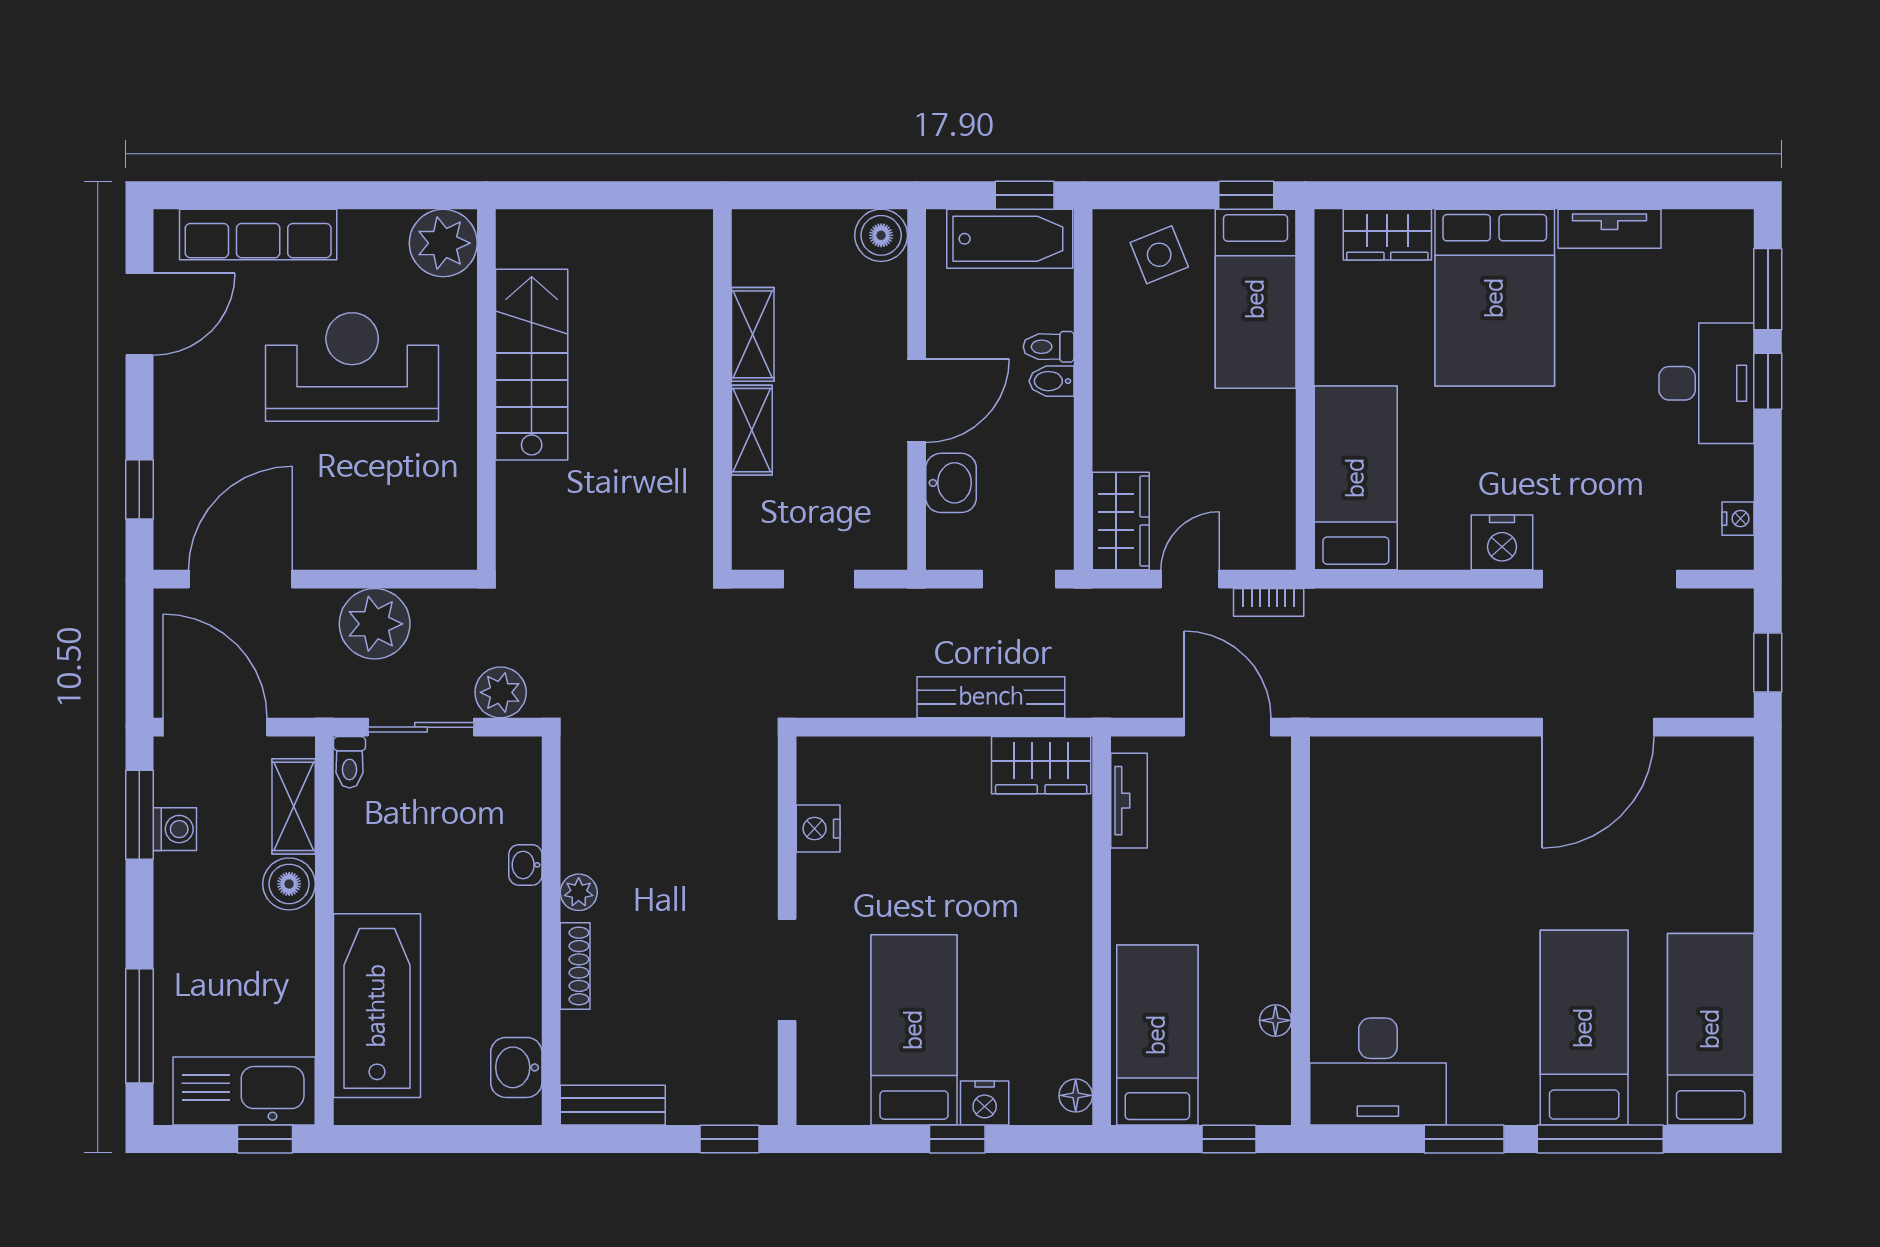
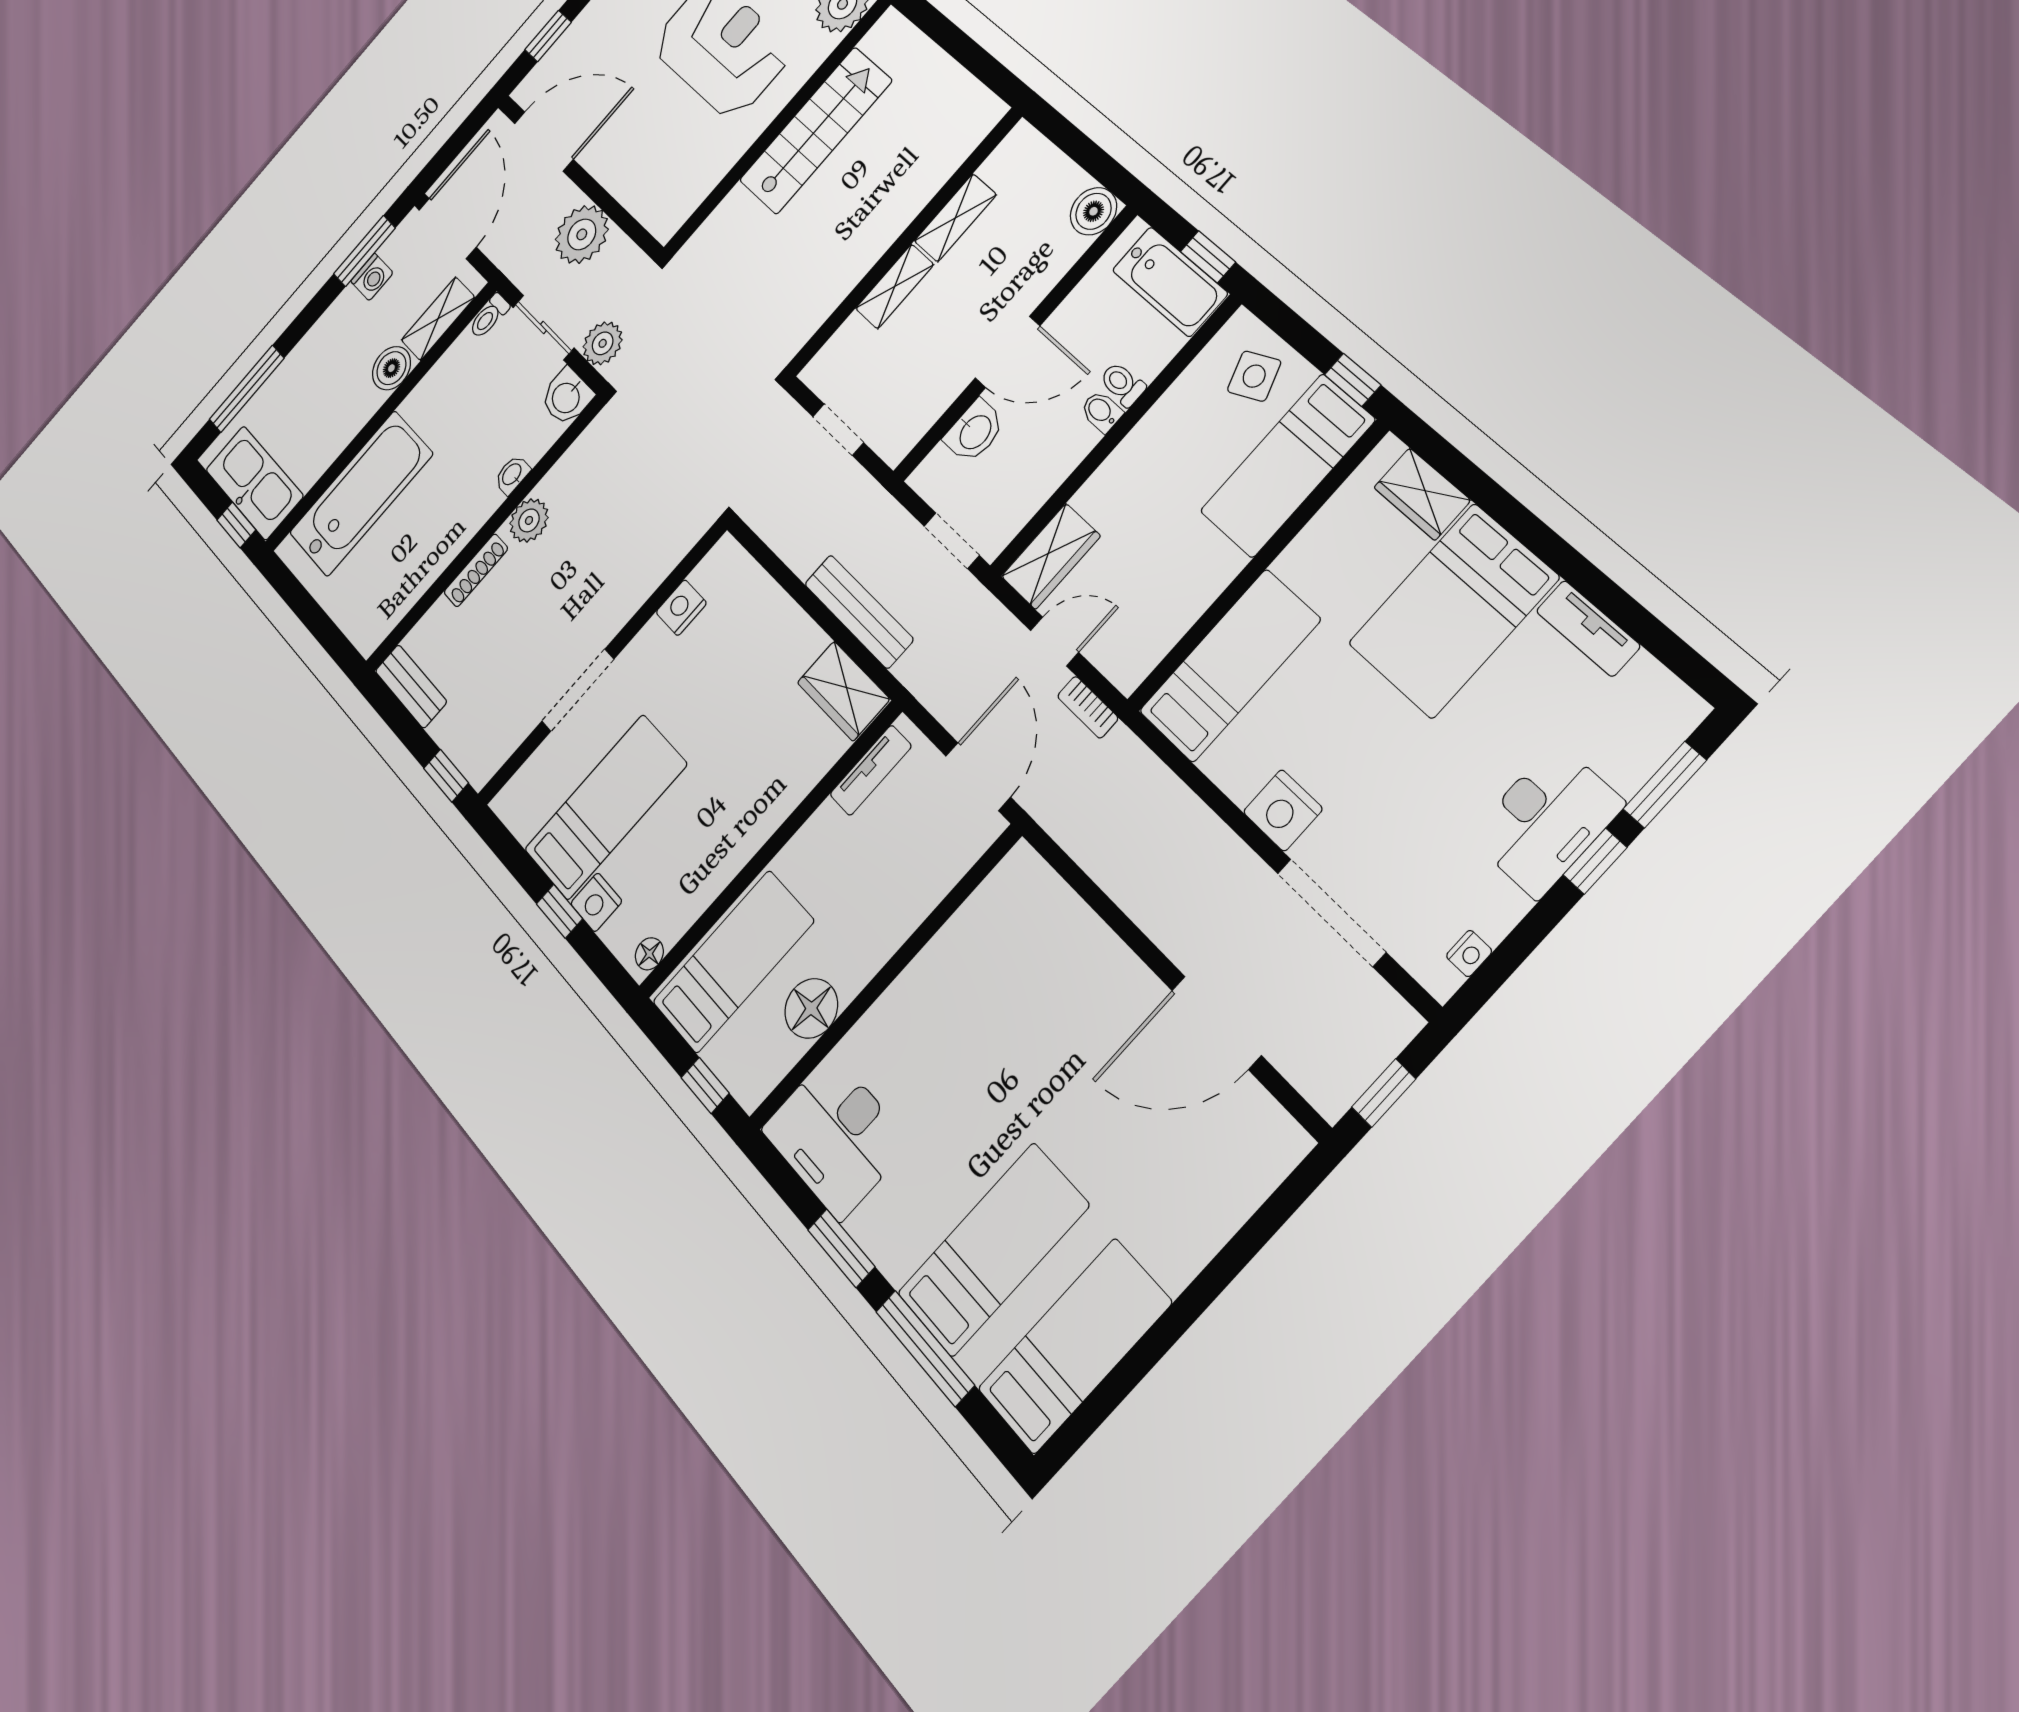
plant: (579, 892) -> (529, 520), width x1.38, depth x1.38
floor lamp: (1275, 1020) -> (811, 1008), width x1.89, depth x1.89
washbasin: (516, 1067) -> (567, 397), moved, turned -90

